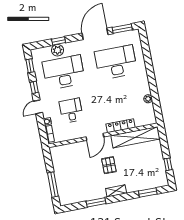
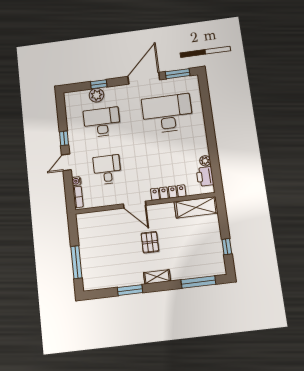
window: (30, 66) -> (61, 112), removed
desk: (64, 72) -> (102, 122), width x0.73, depth x0.77
printer: (149, 111) -> (205, 176), added
door: (95, 137) -> (135, 205), hinge flipped
shelving: (135, 137) -> (196, 207), width x0.68
window: (148, 192) -> (198, 282), width x1.44

